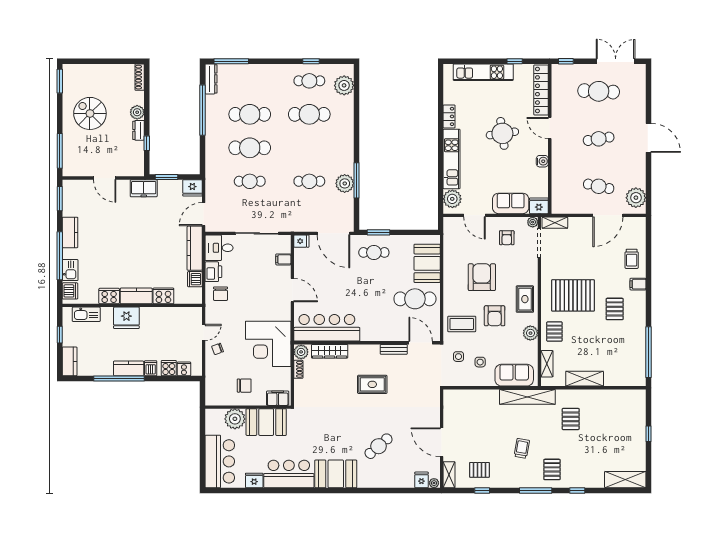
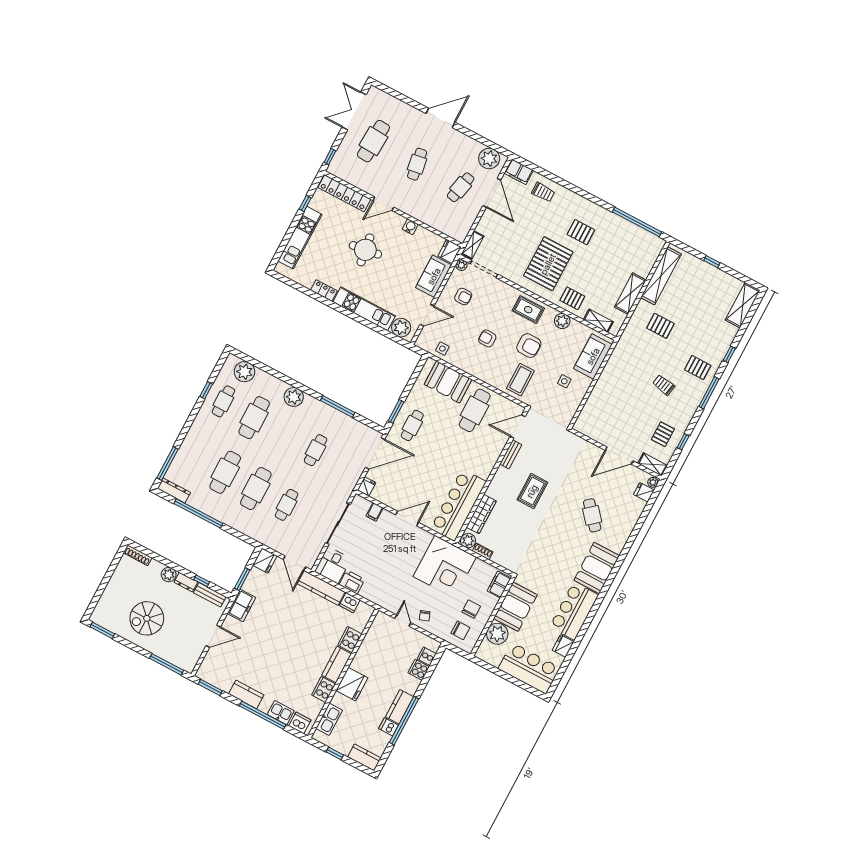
bench: (138, 156) -> (210, 595), added
plant: (345, 183) -> (294, 397), moved
armchair: (482, 277) -> (487, 338), width x0.53, depth x0.53
filing cabinet: (638, 284) -> (519, 172), moved, width x2.00
chair: (221, 294) -> (460, 630), moved
side table: (458, 357) -> (442, 349), moved
dishwasher: (151, 368) -> (389, 727), moved
shelving: (527, 397) -> (661, 276), moved

